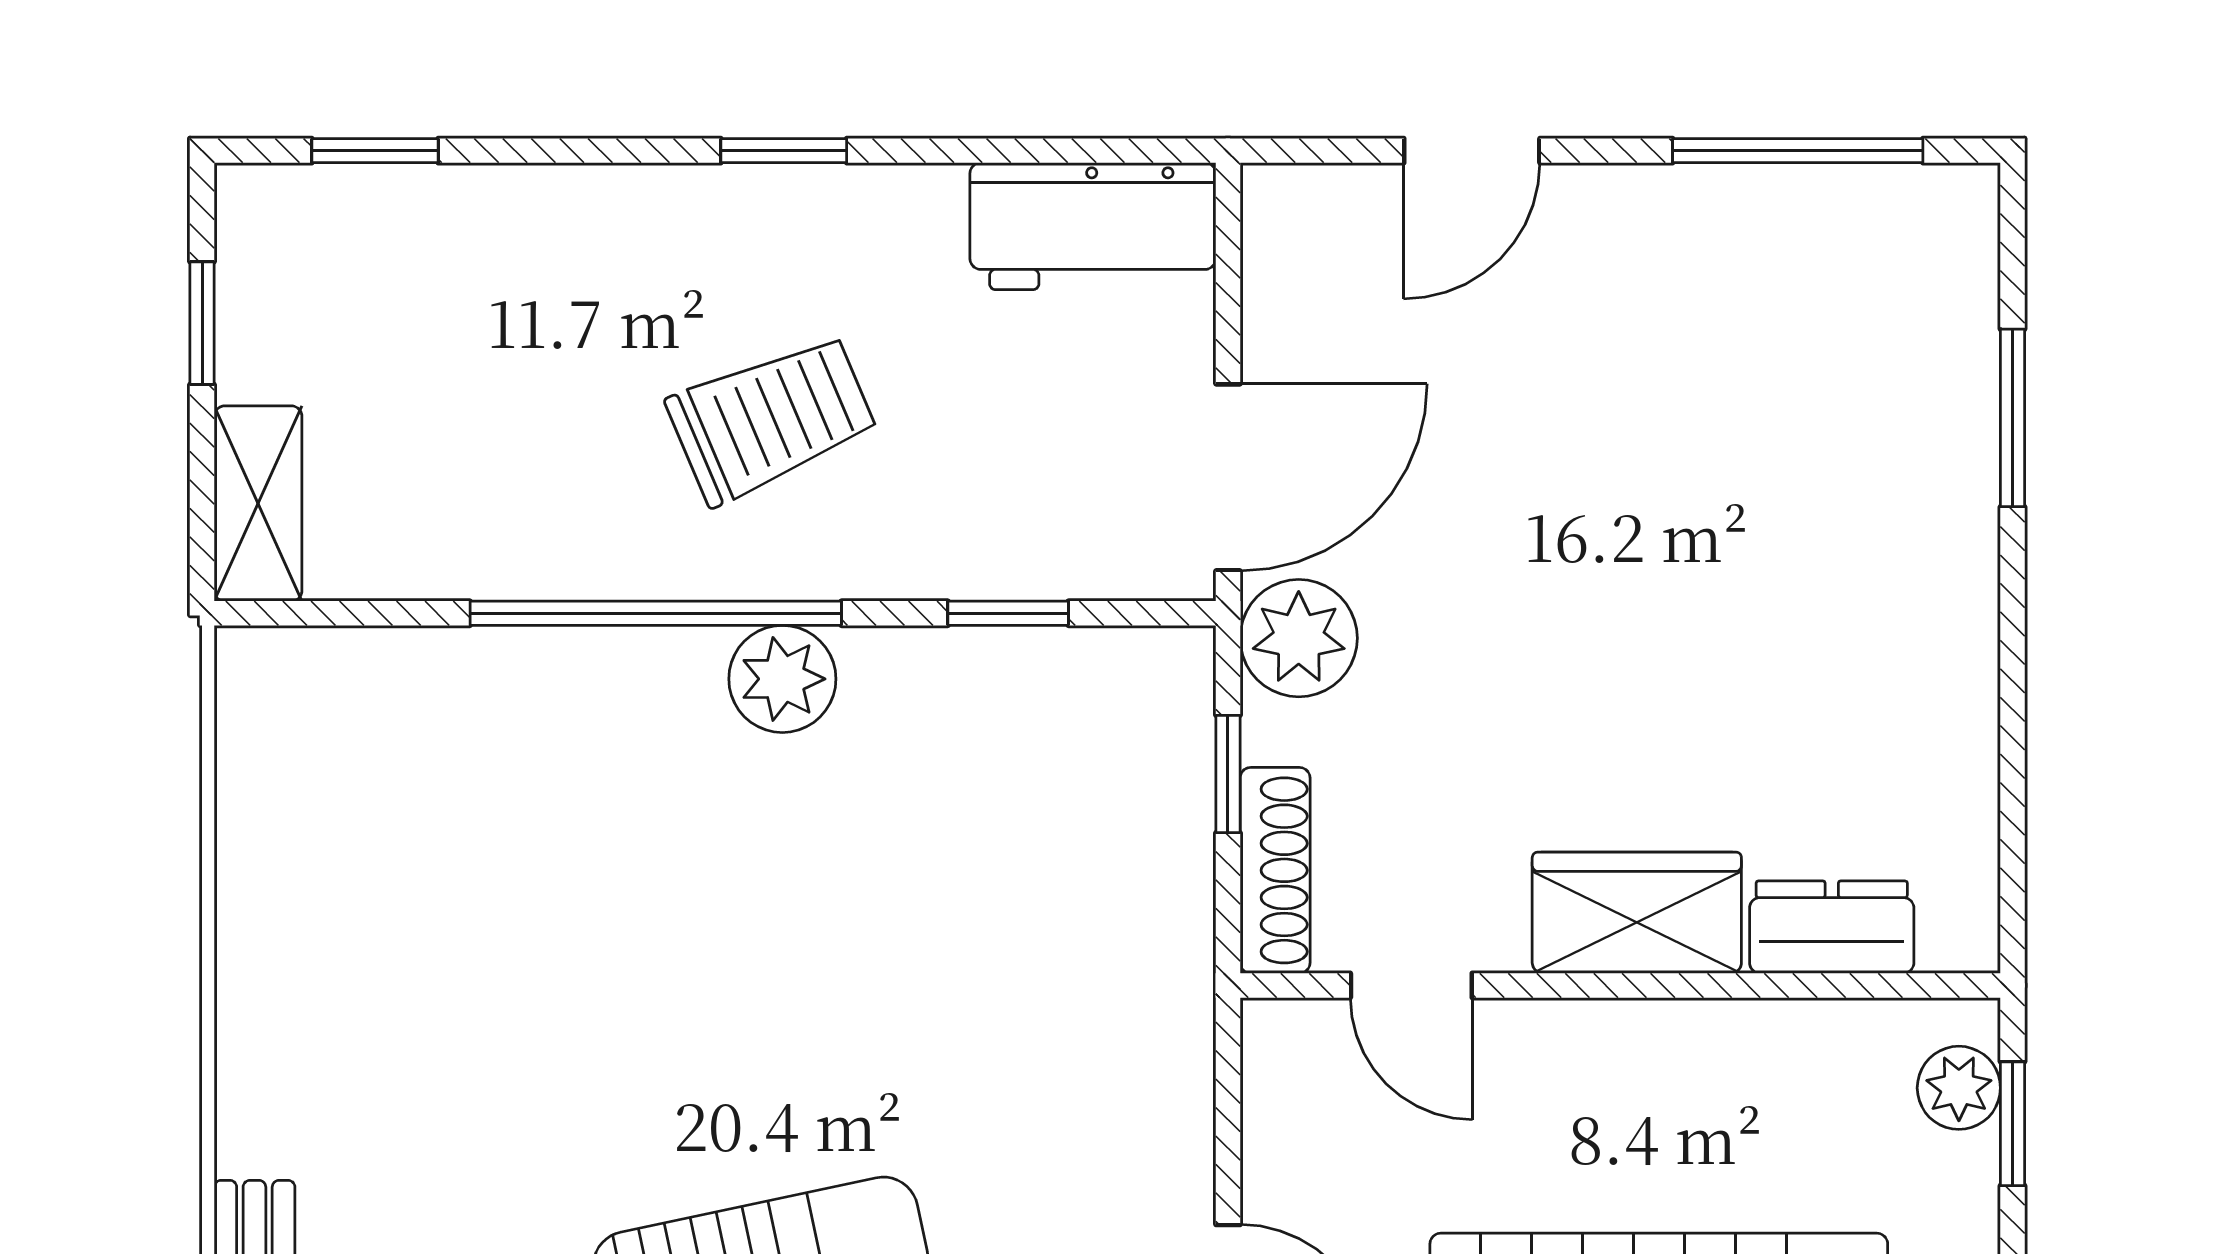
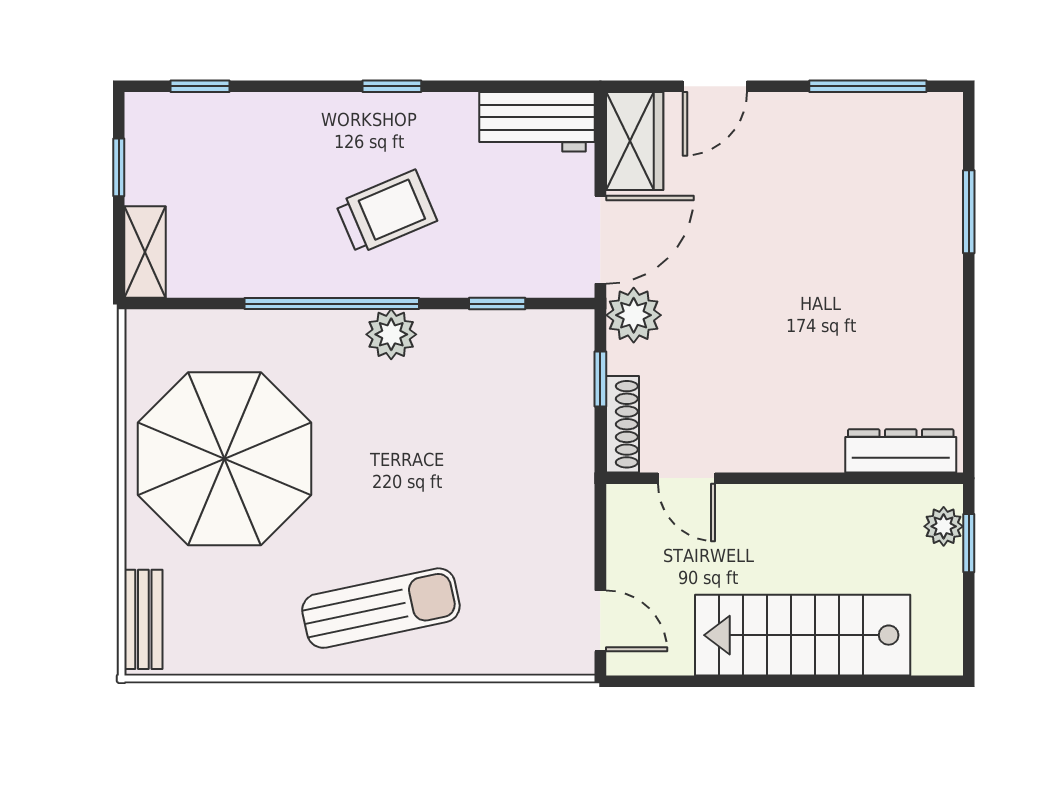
wardrobe: (1637, 913) -> (635, 141), moved, turned 90
dresser: (1832, 927) -> (901, 451), width x1.44
parasol: (427, 944) -> (225, 459), added

